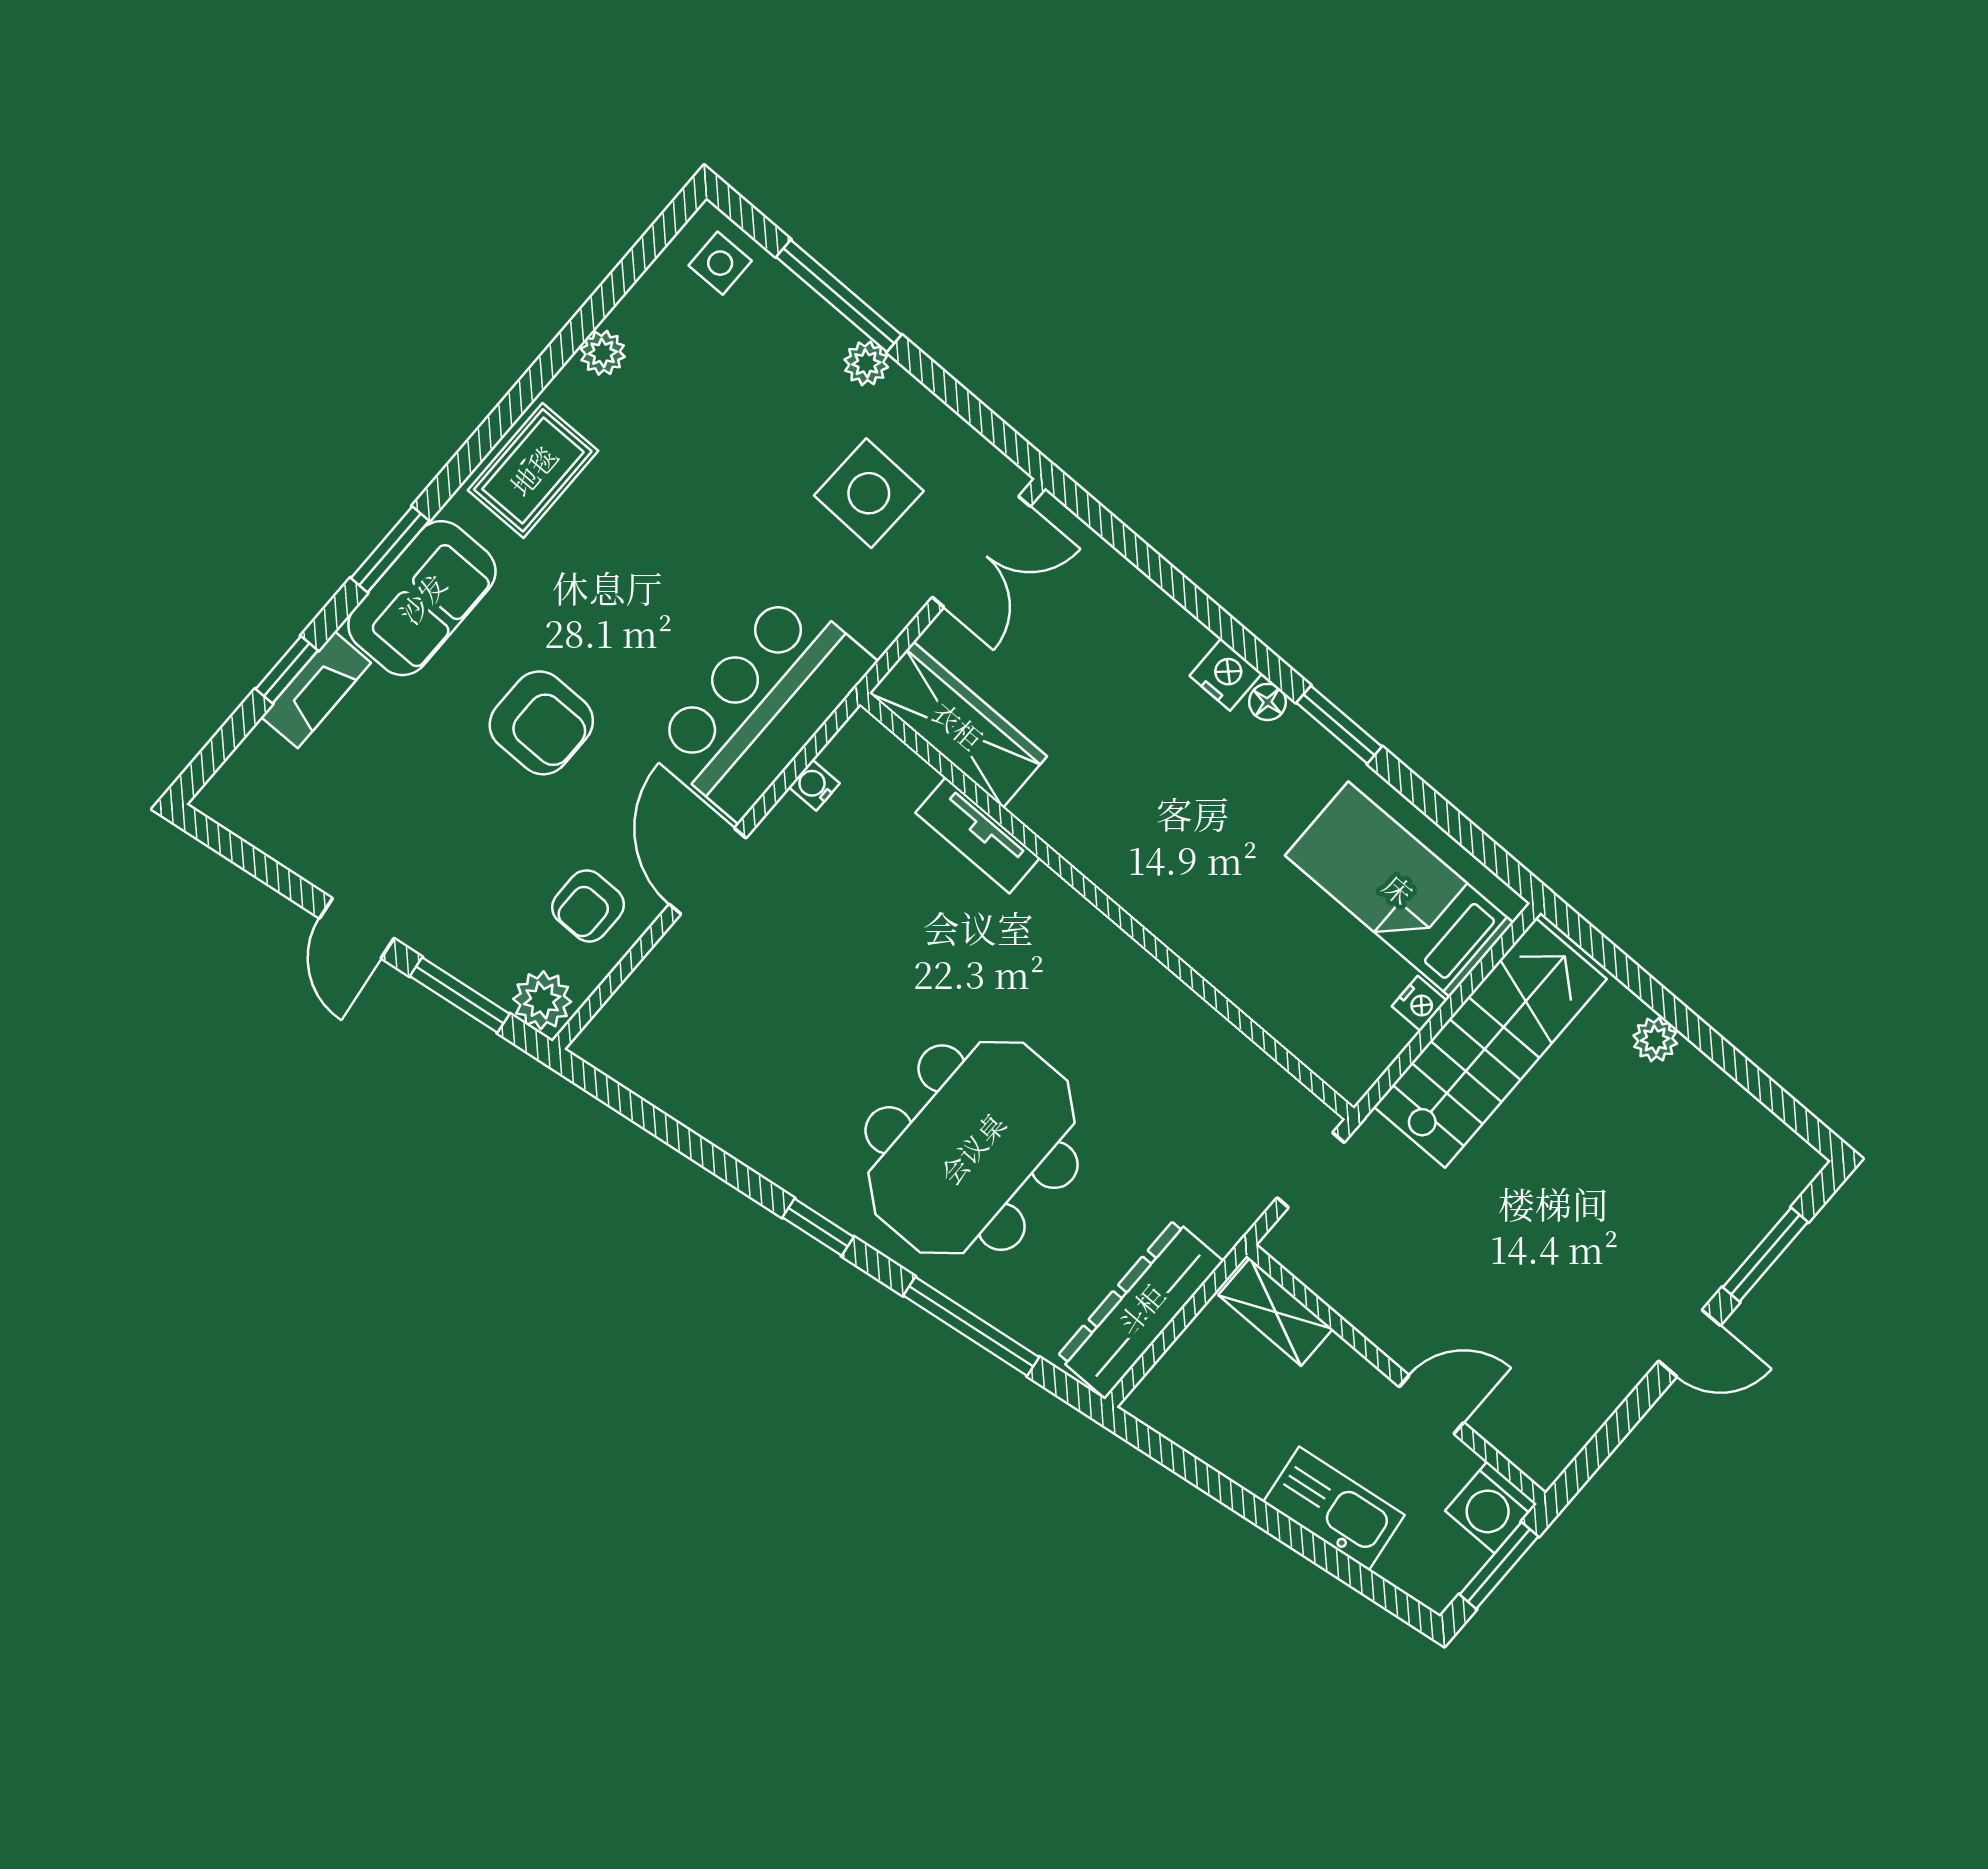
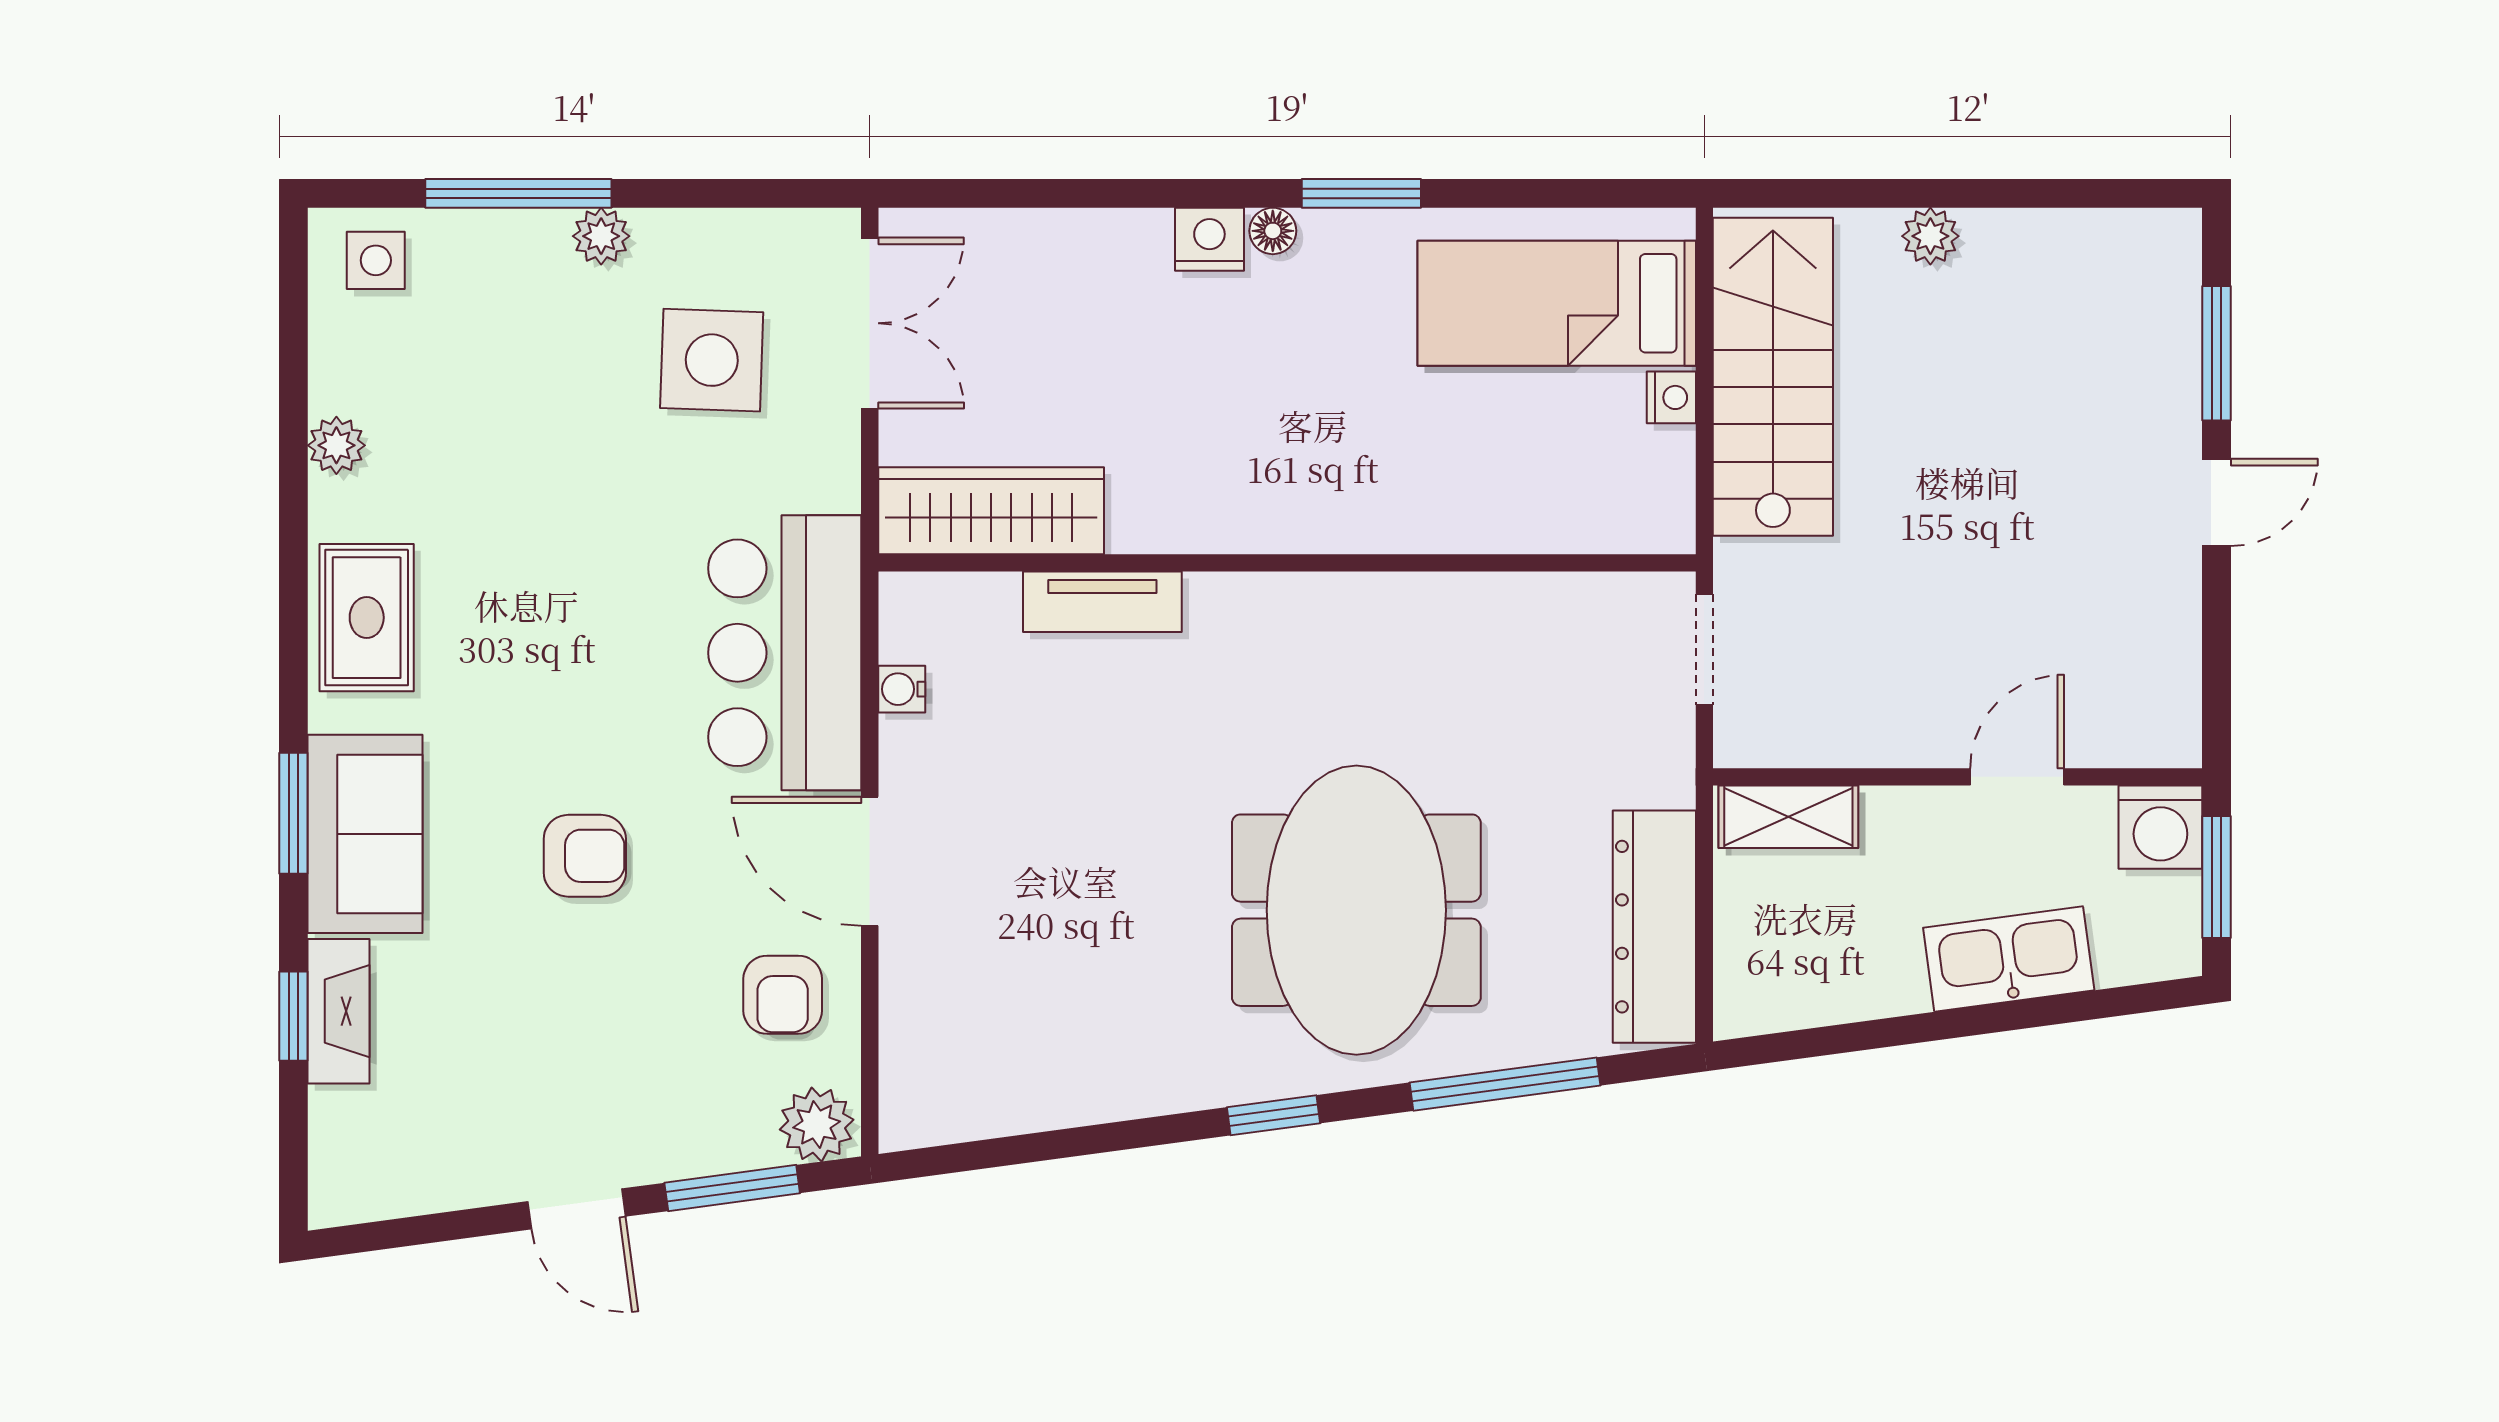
armchair: (541, 723) -> (585, 856), width x0.72, depth x0.72

